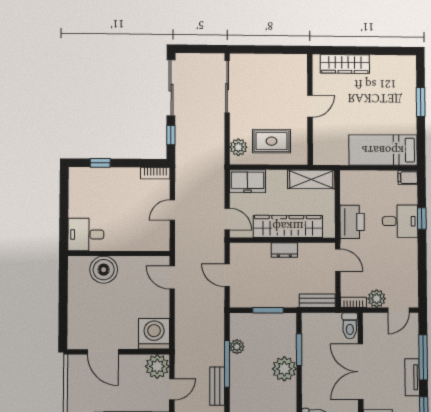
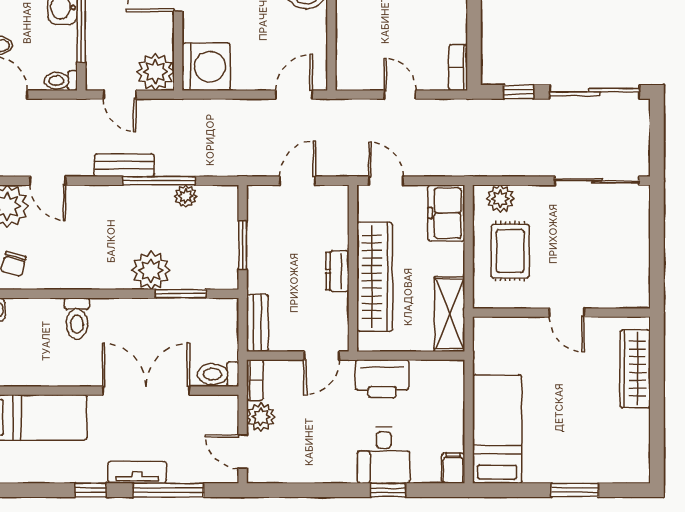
door: (227, 219) -> (386, 181), swing flipped

